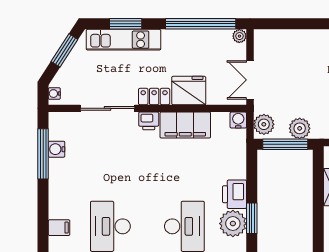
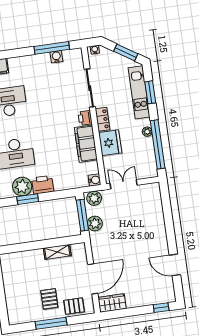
plant: (239, 36) -> (147, 132), moved

